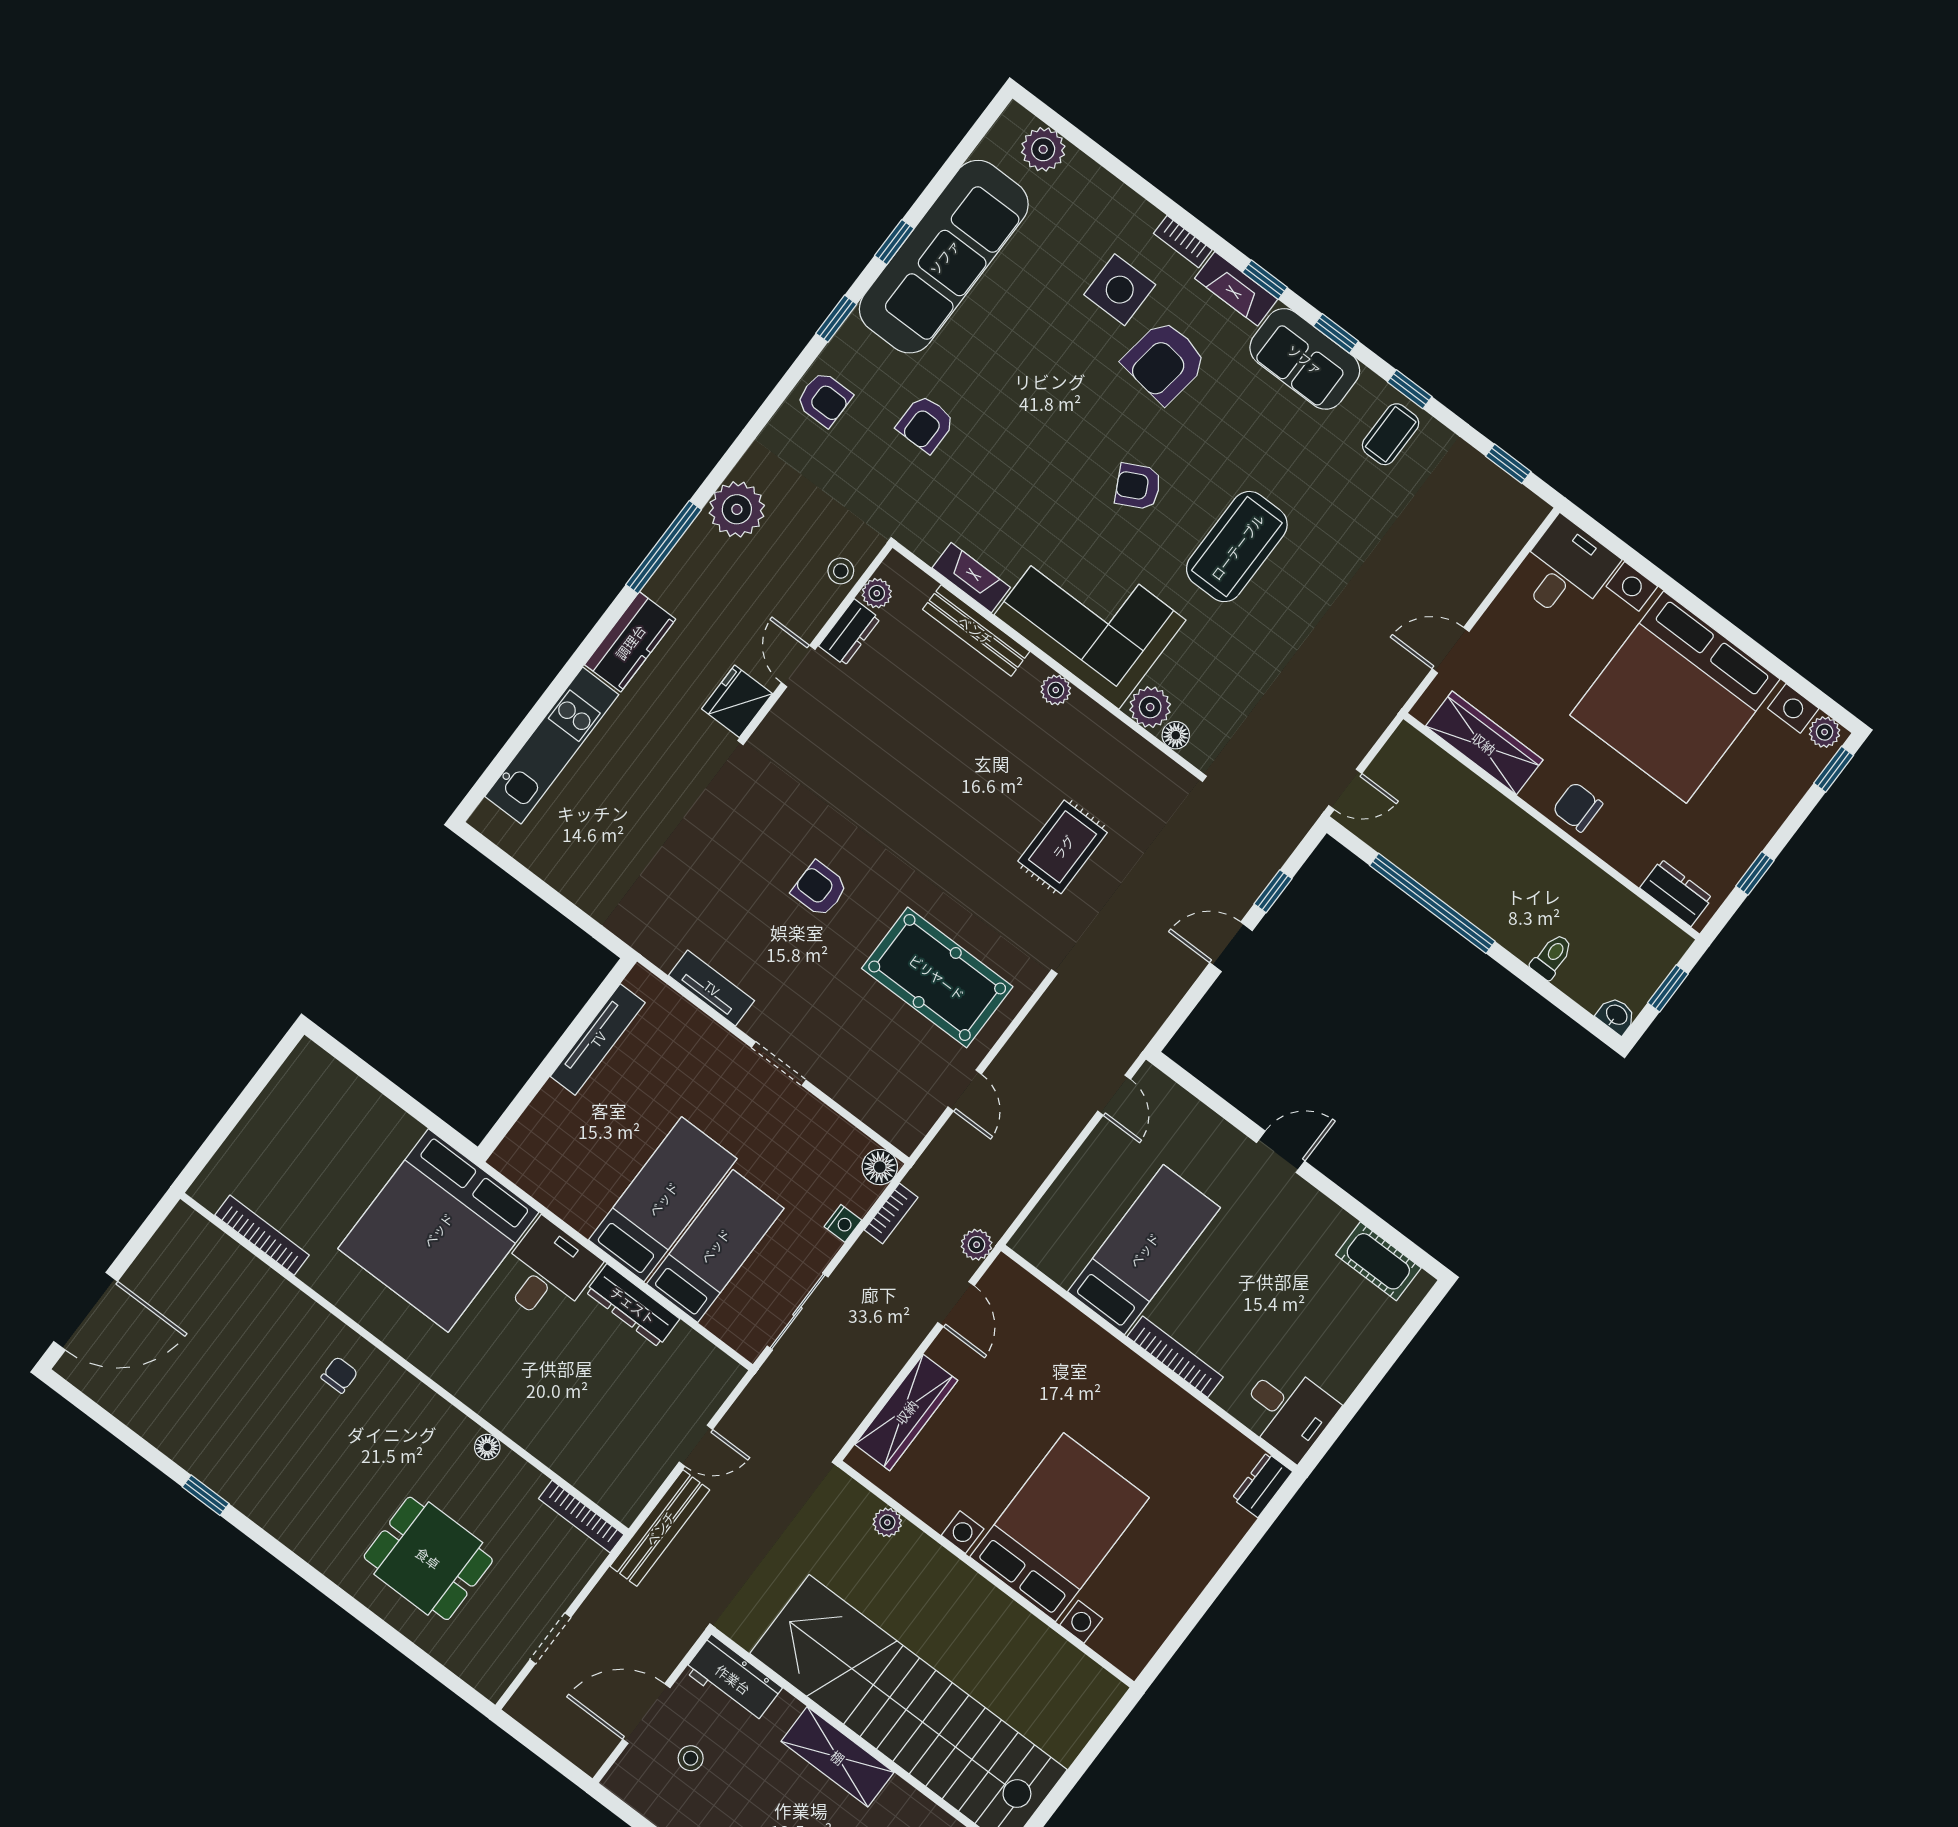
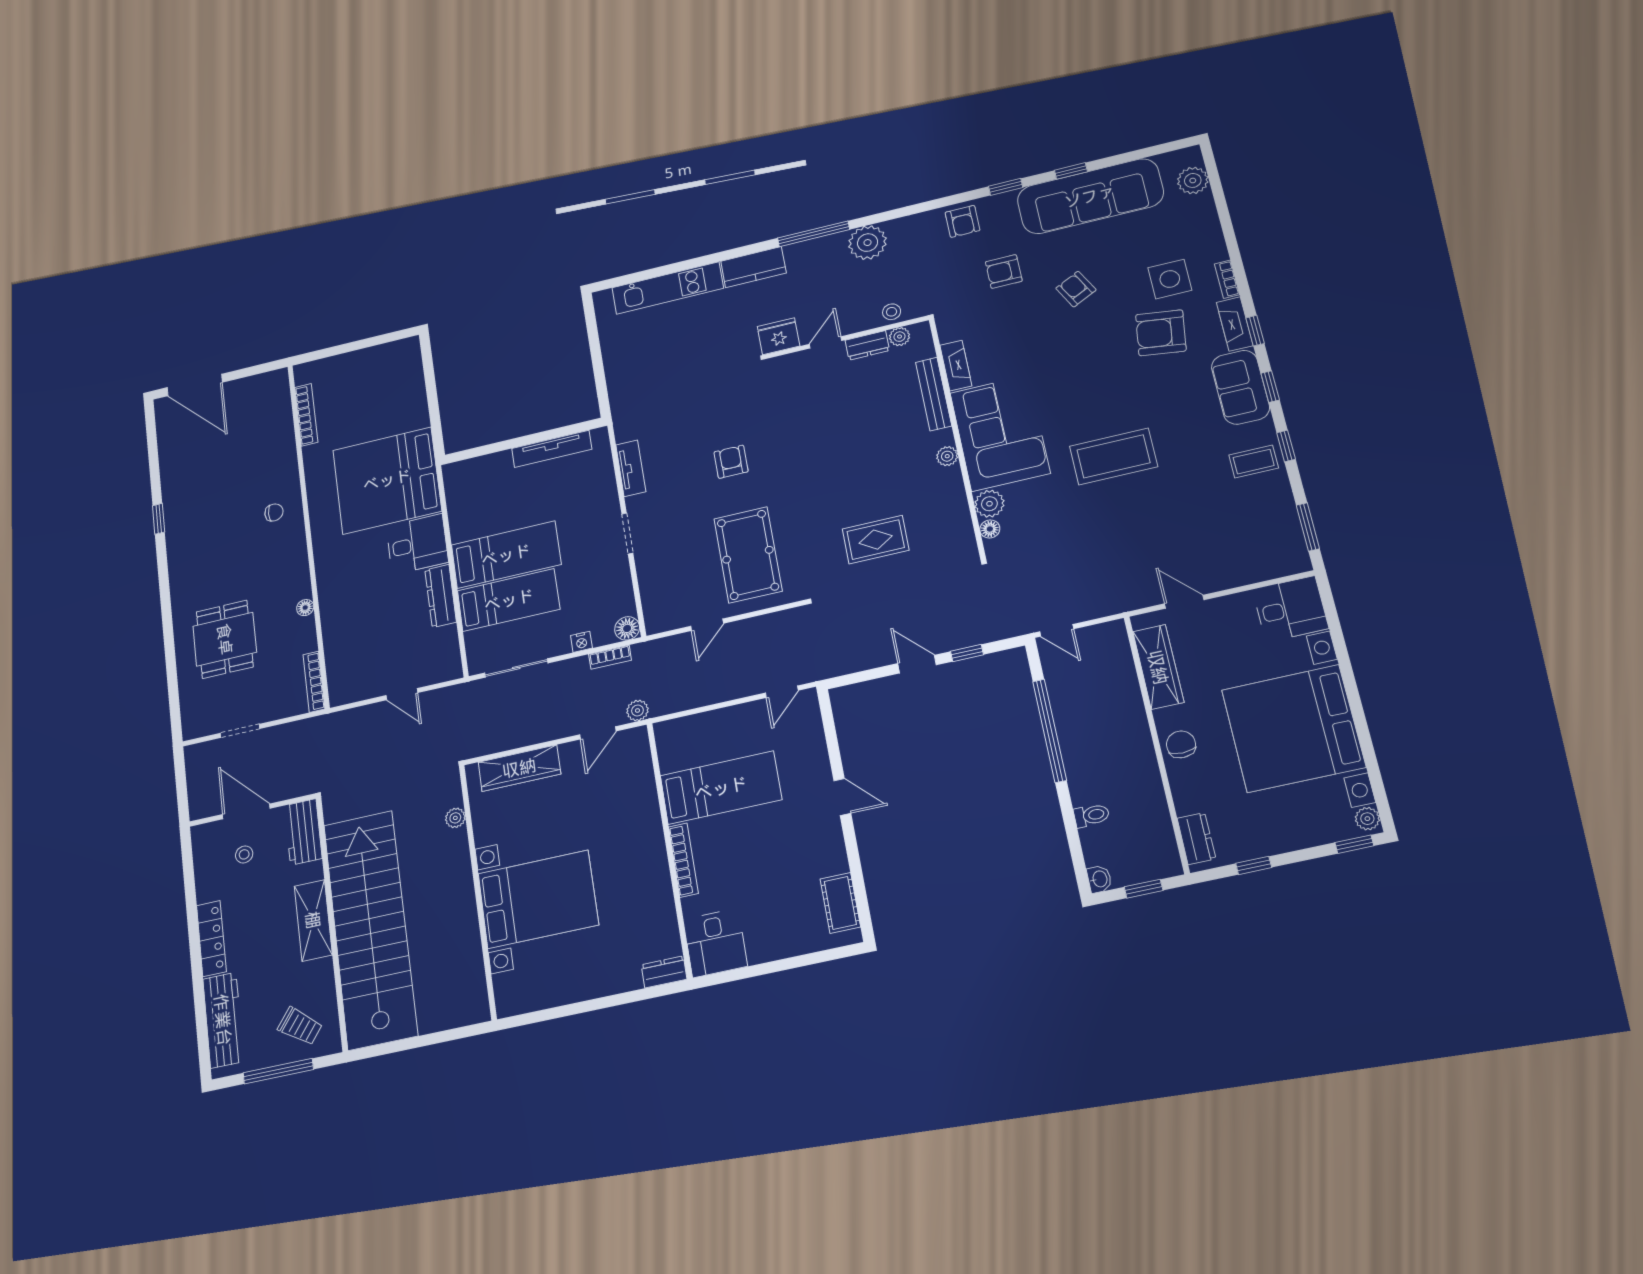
window: (1508, 464) -> (1308, 527), width x1.50
armchair: (1138, 486) -> (1076, 289), moved
bench: (660, 1528) -> (344, 721), removed

